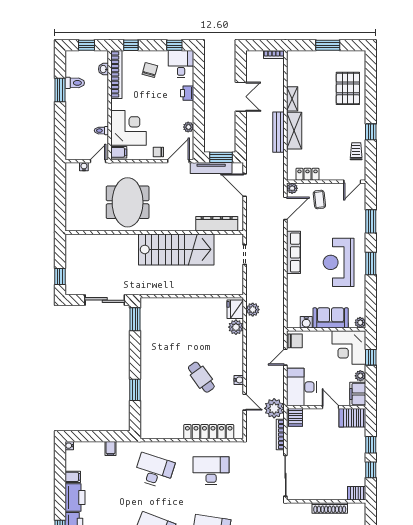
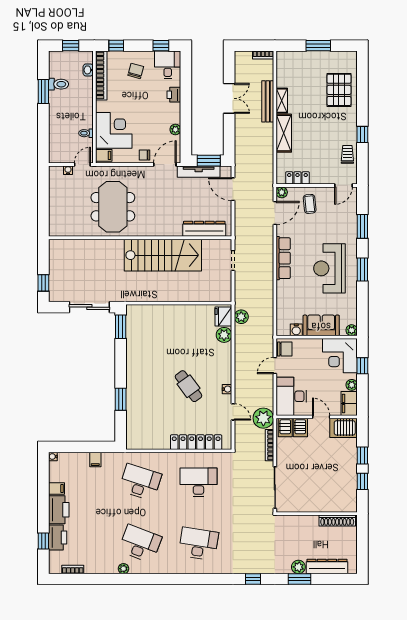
bench: (278, 132) -> (268, 101), moved
server rack: (357, 493) -> (300, 427), moved, turned -90
shoe rack: (330, 508) -> (337, 521), moved

